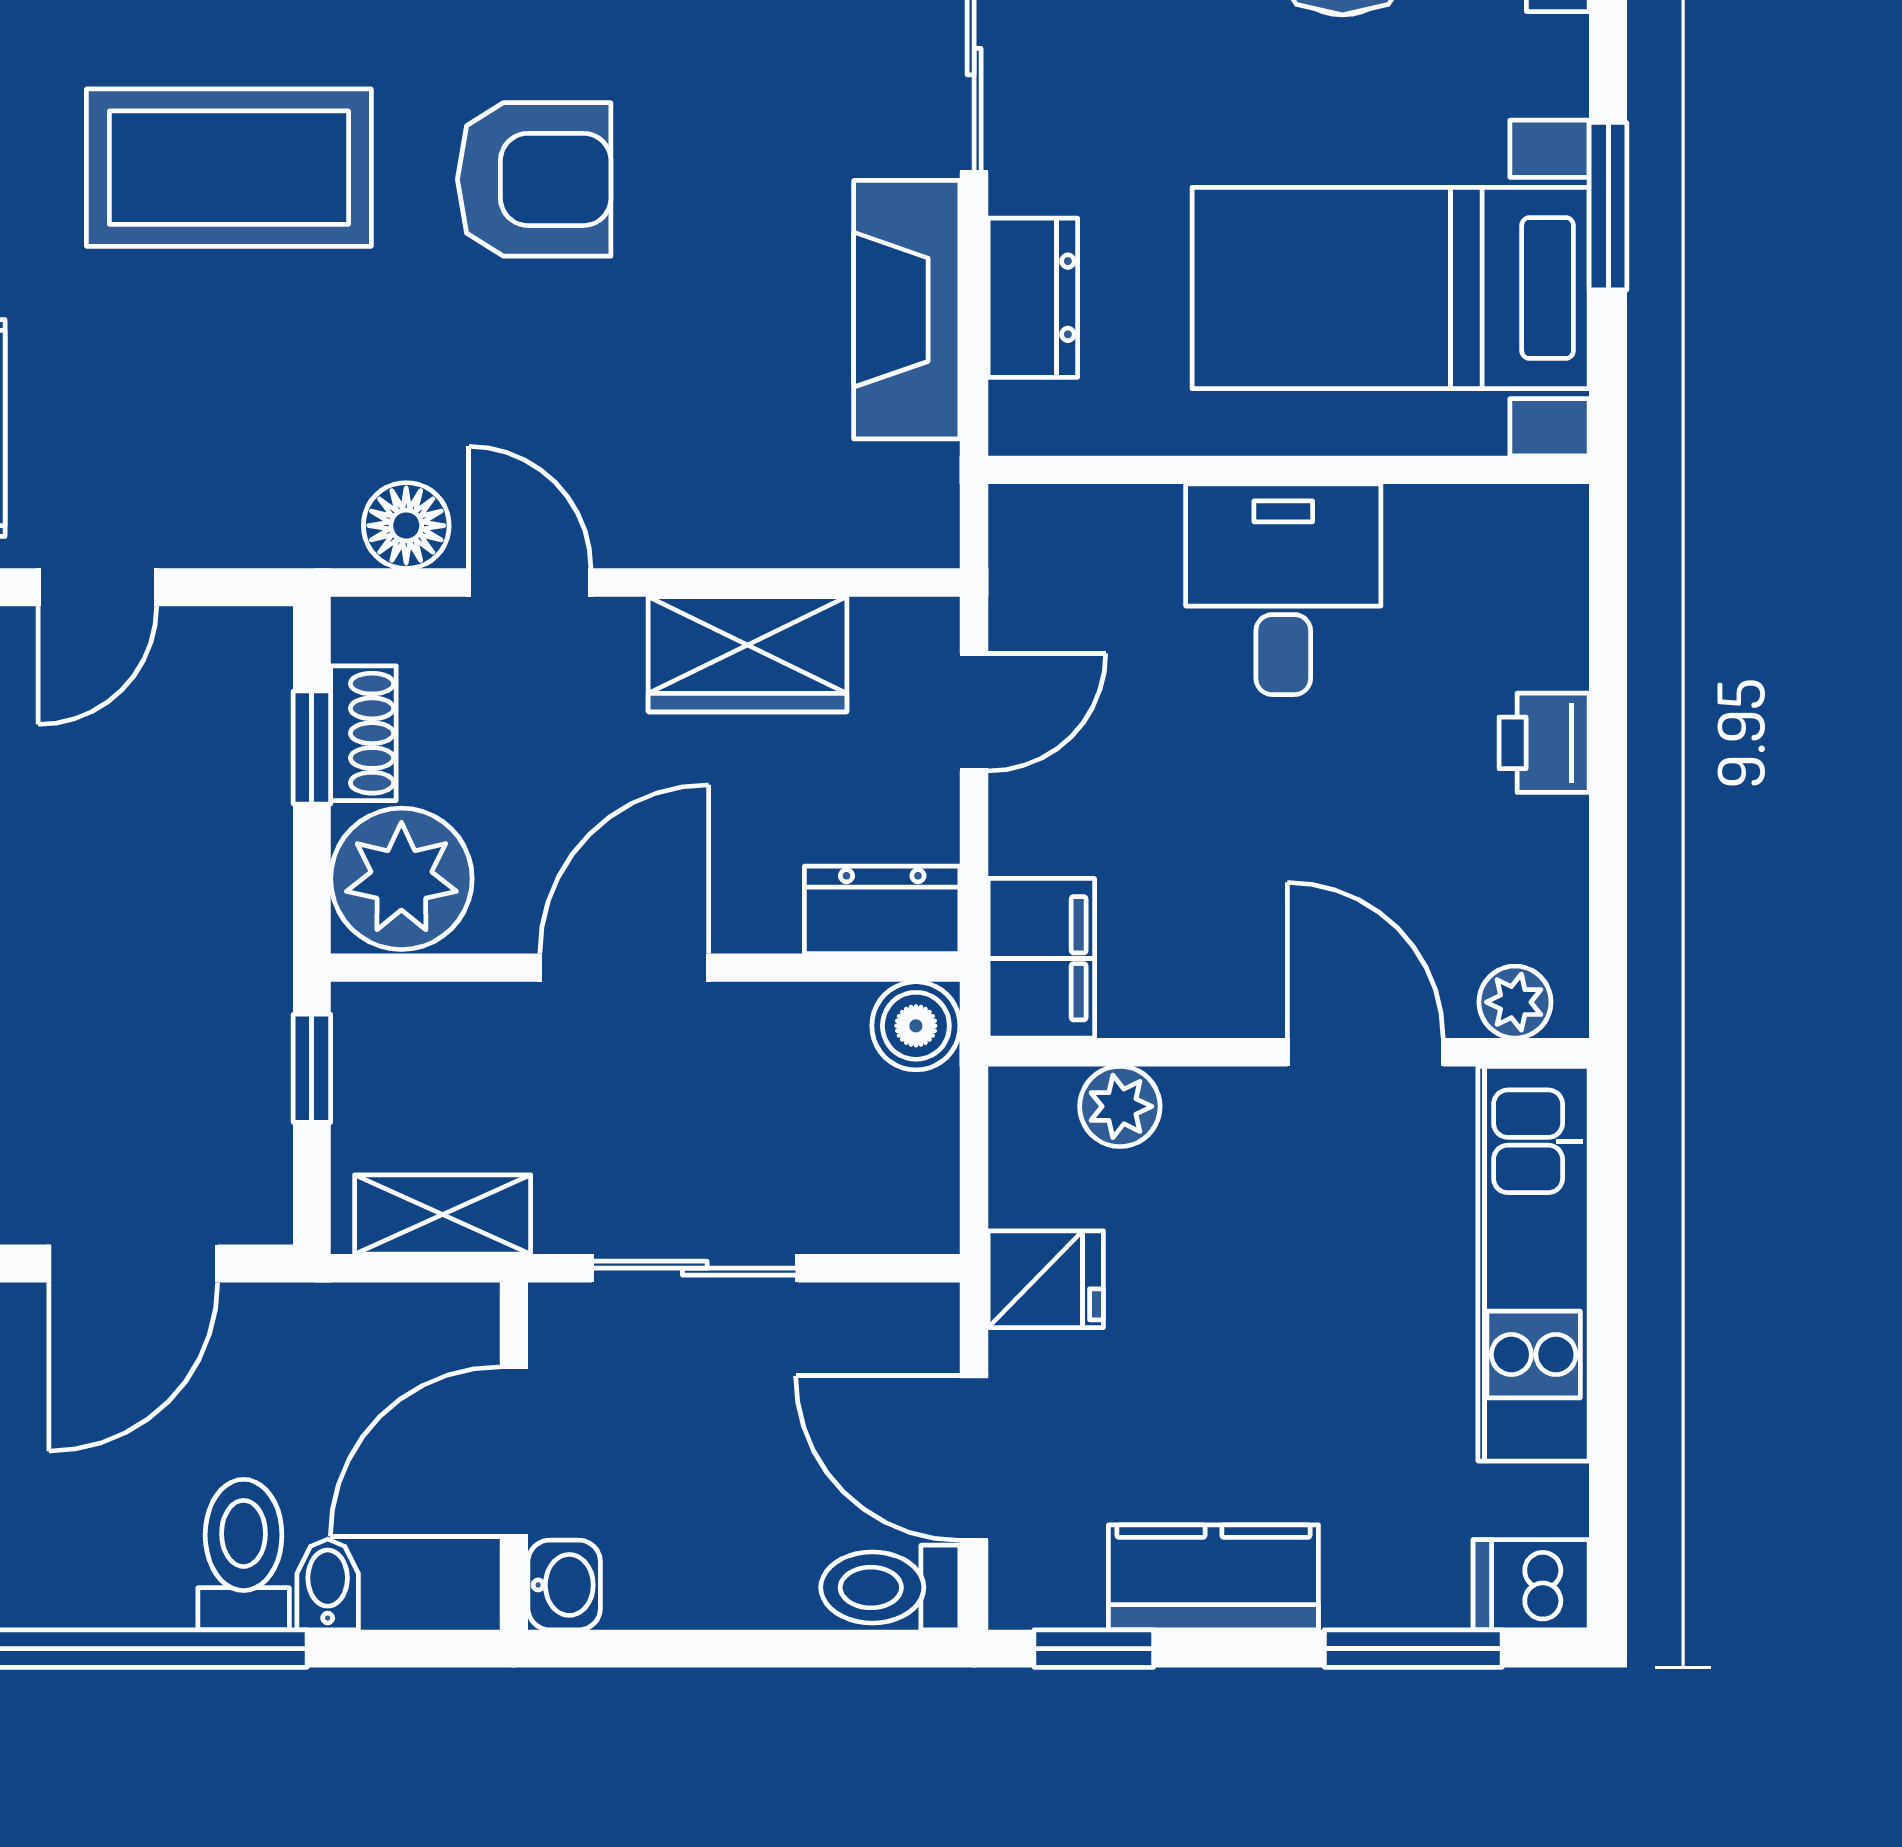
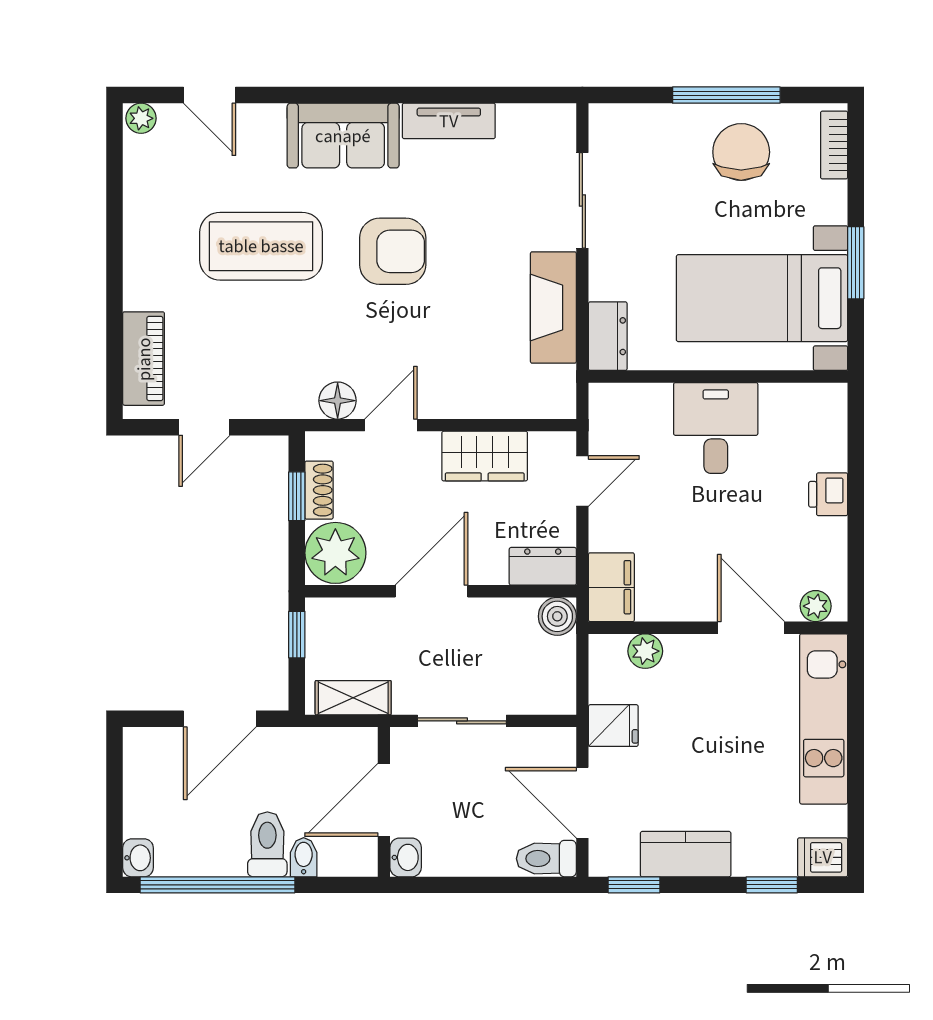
dresser: (1033, 298) -> (608, 336), moved
door: (530, 583) -> (391, 425), hinge flipped
window: (1413, 1649) -> (772, 885), width x0.67

